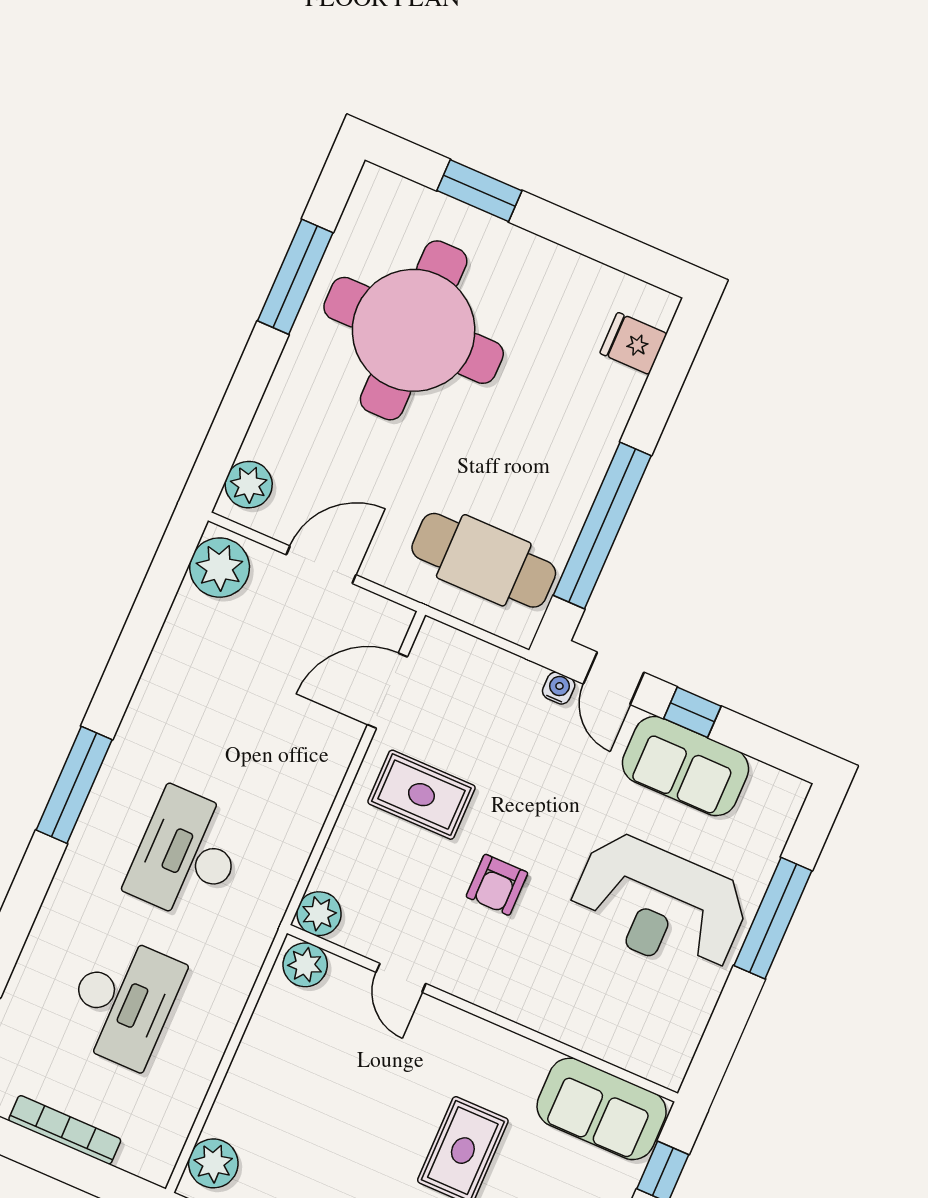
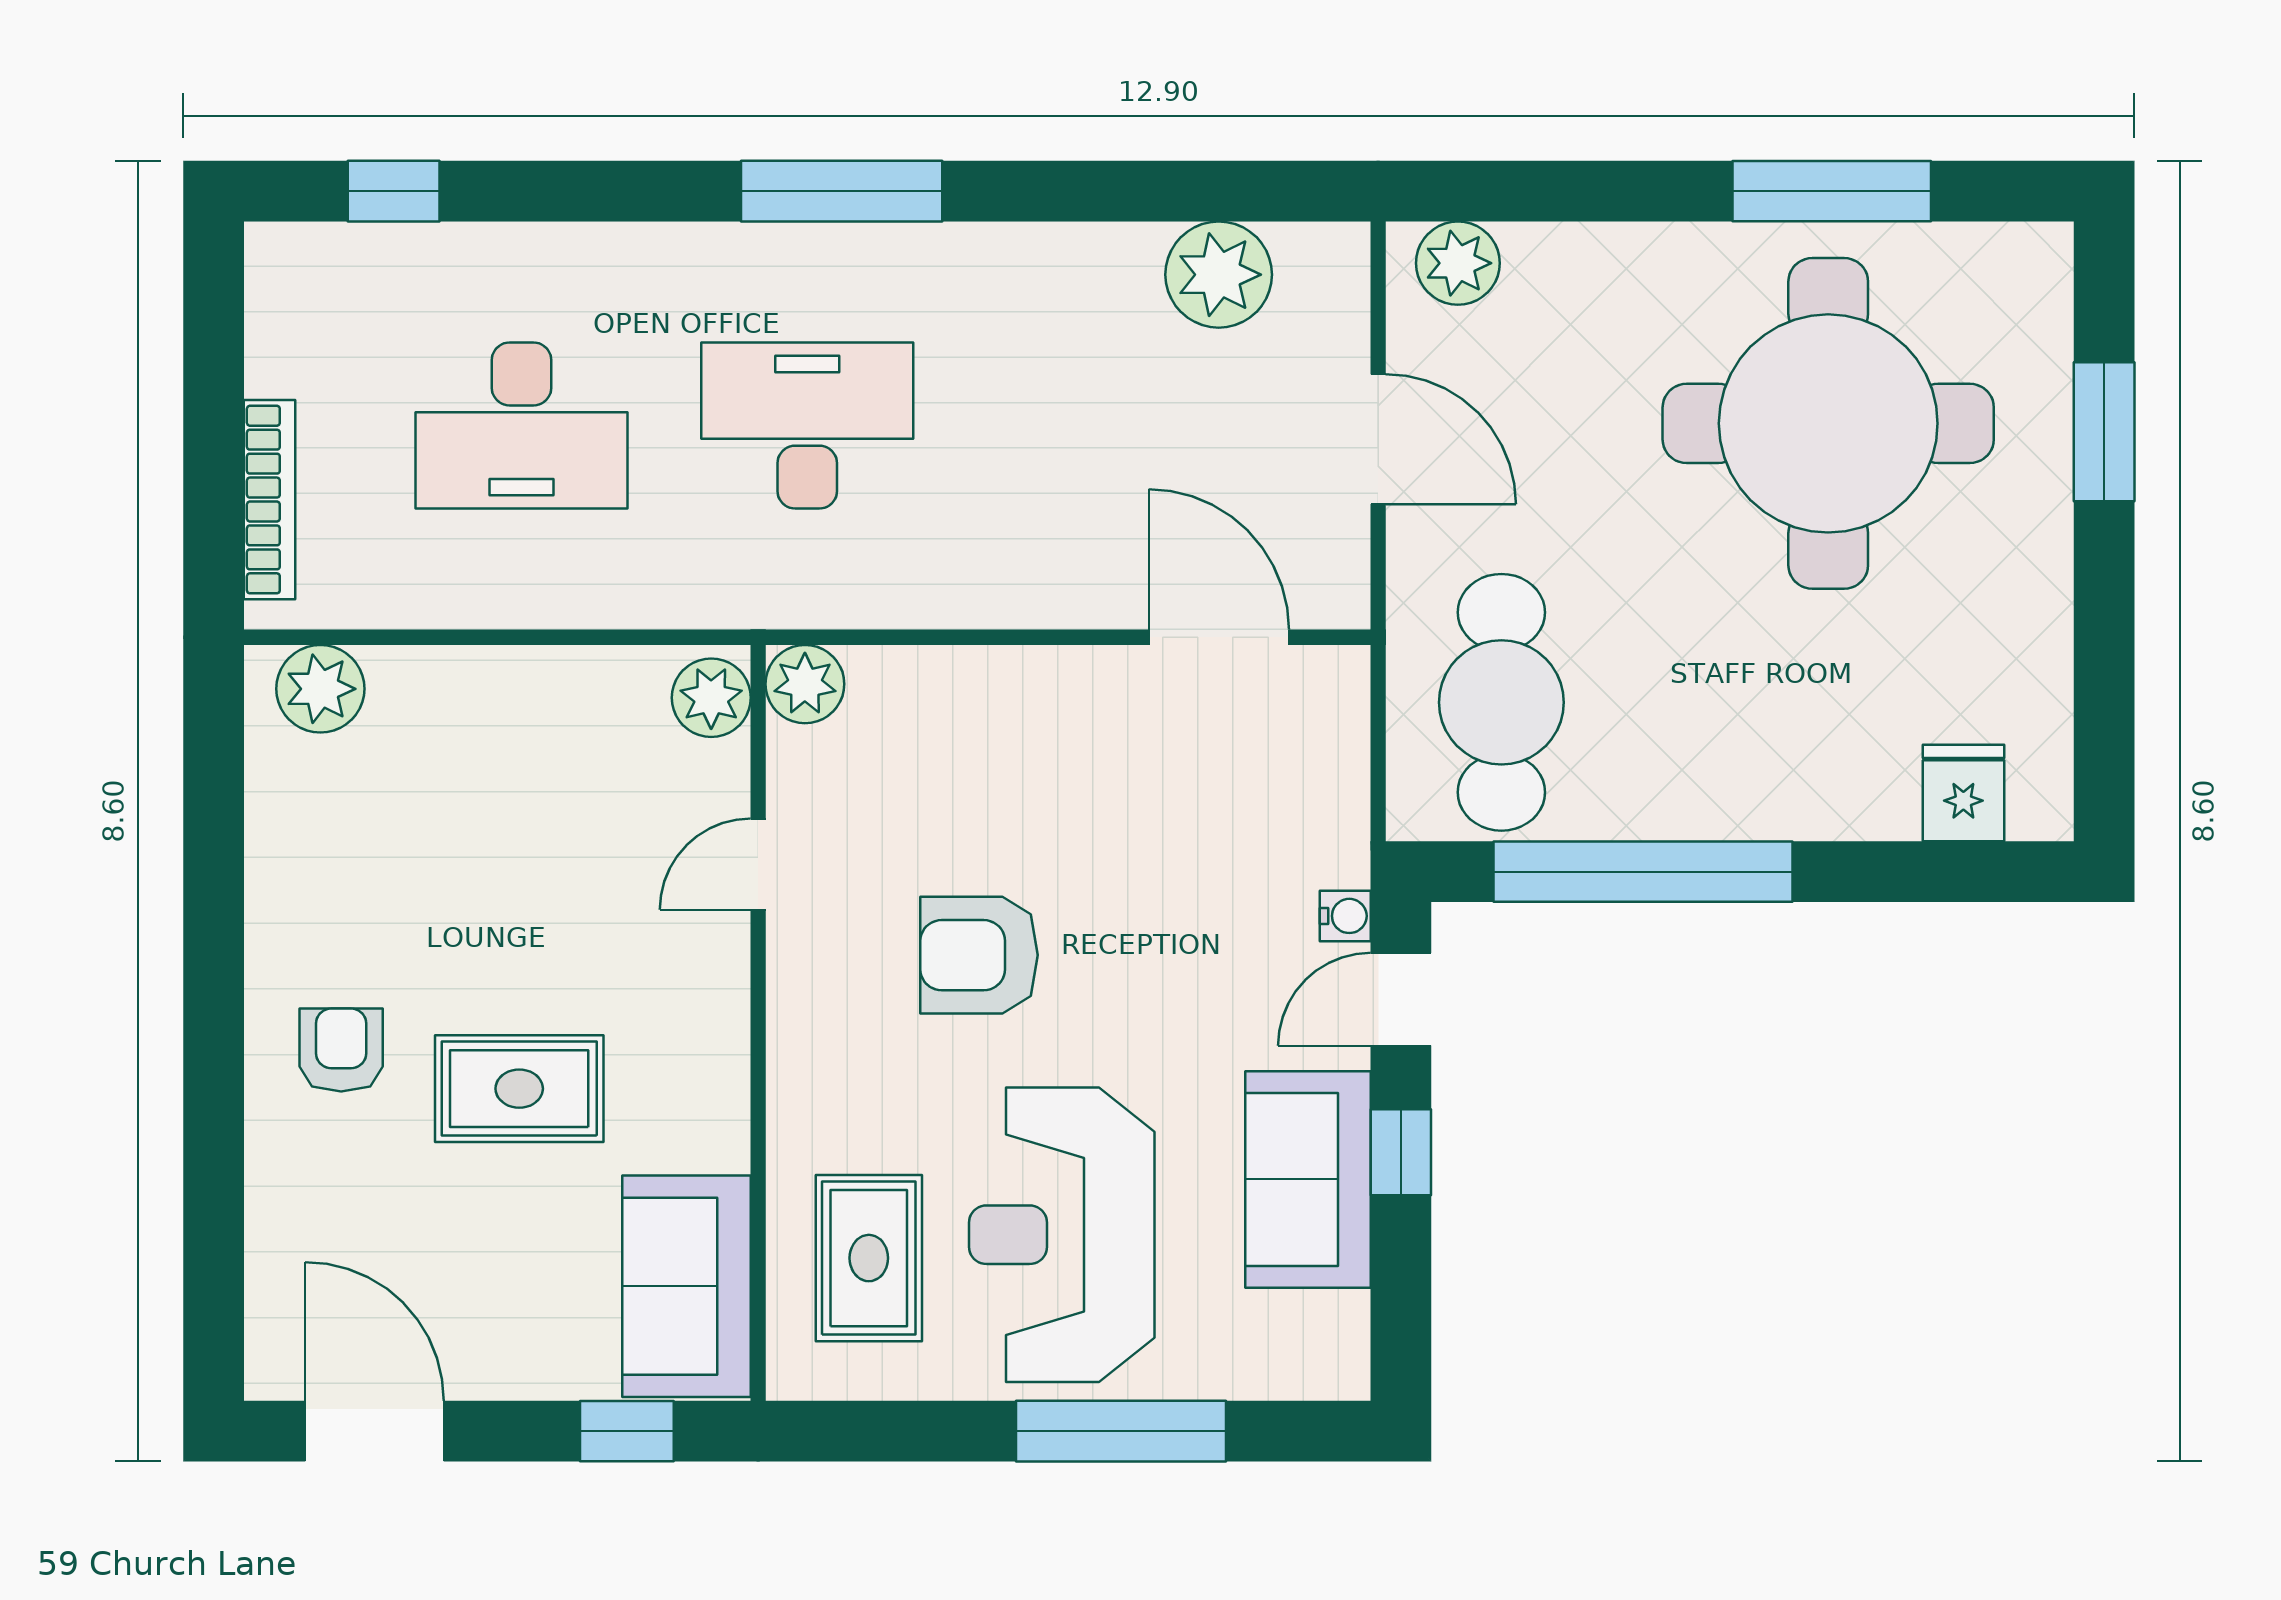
plant: (220, 568) -> (1219, 275), moved
rug: (421, 795) -> (869, 1258), moved
armchair: (497, 885) -> (979, 955), width x1.38, depth x1.38
bookcase: (65, 1130) -> (269, 500), moved

